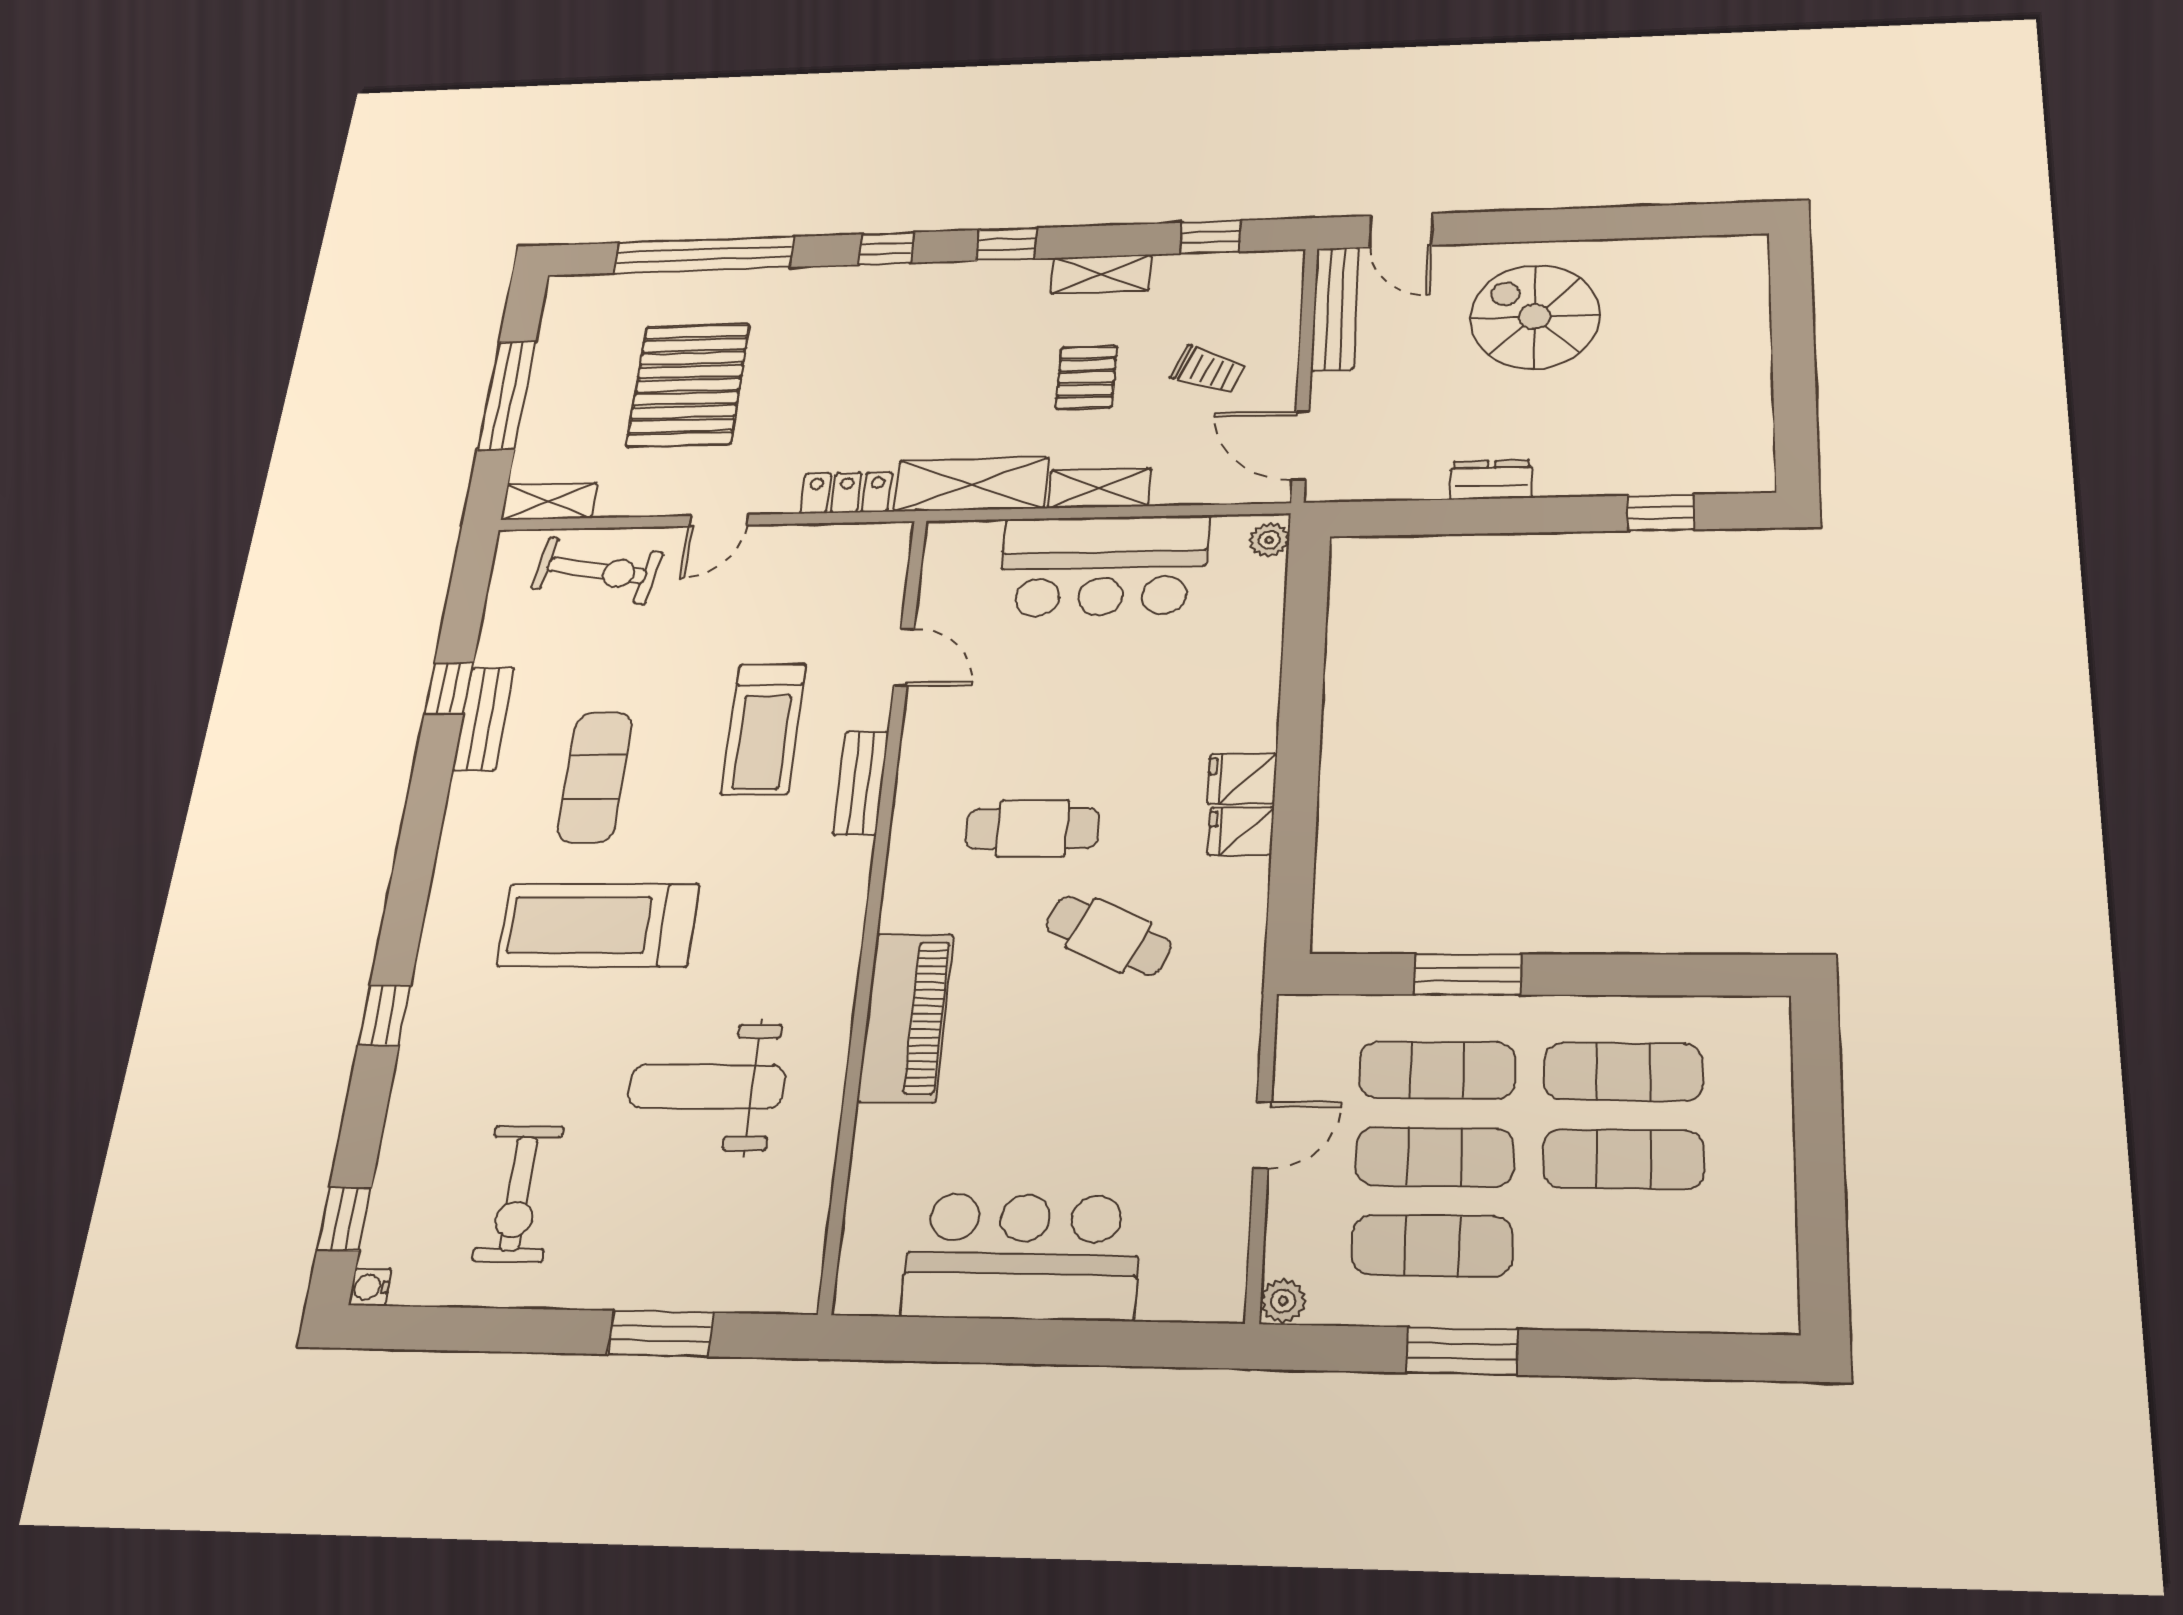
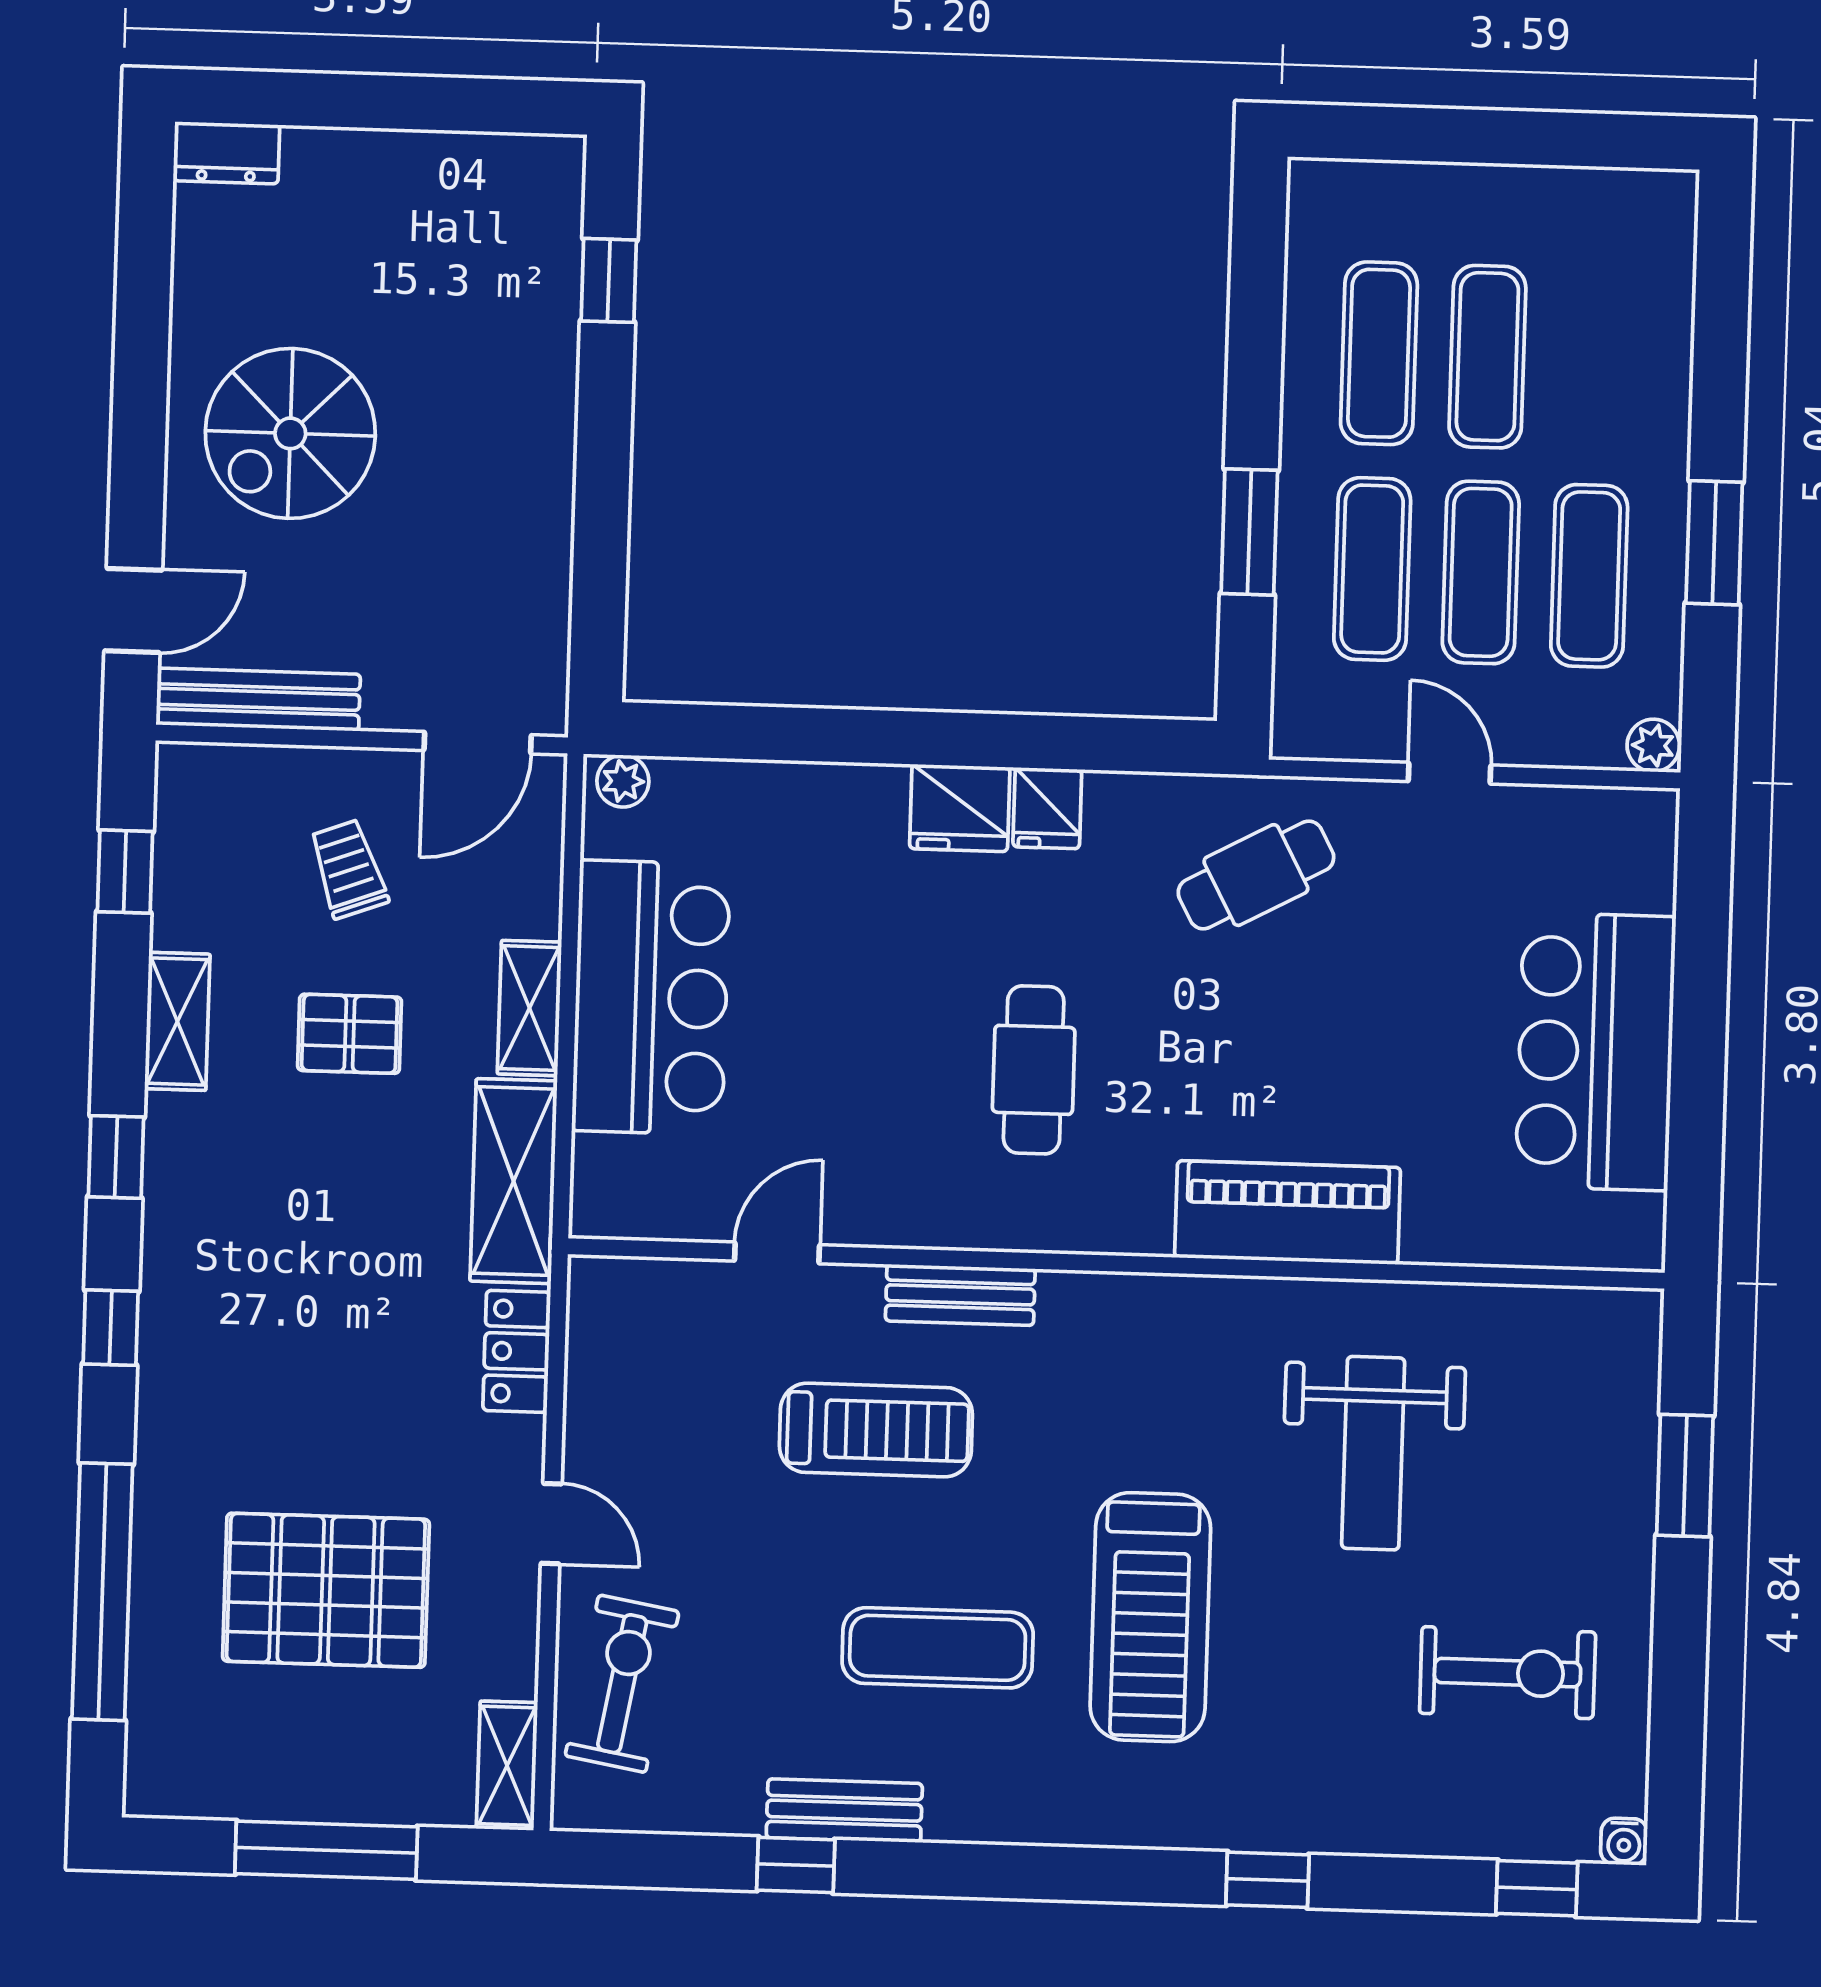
trolley: (1208, 370) -> (348, 869), turned -42
dresser: (1491, 480) -> (226, 153), moved, turned -90
fridge: (1242, 779) -> (960, 808), width x1.38
cafe table: (1108, 935) -> (1256, 875), moved, turned 37

